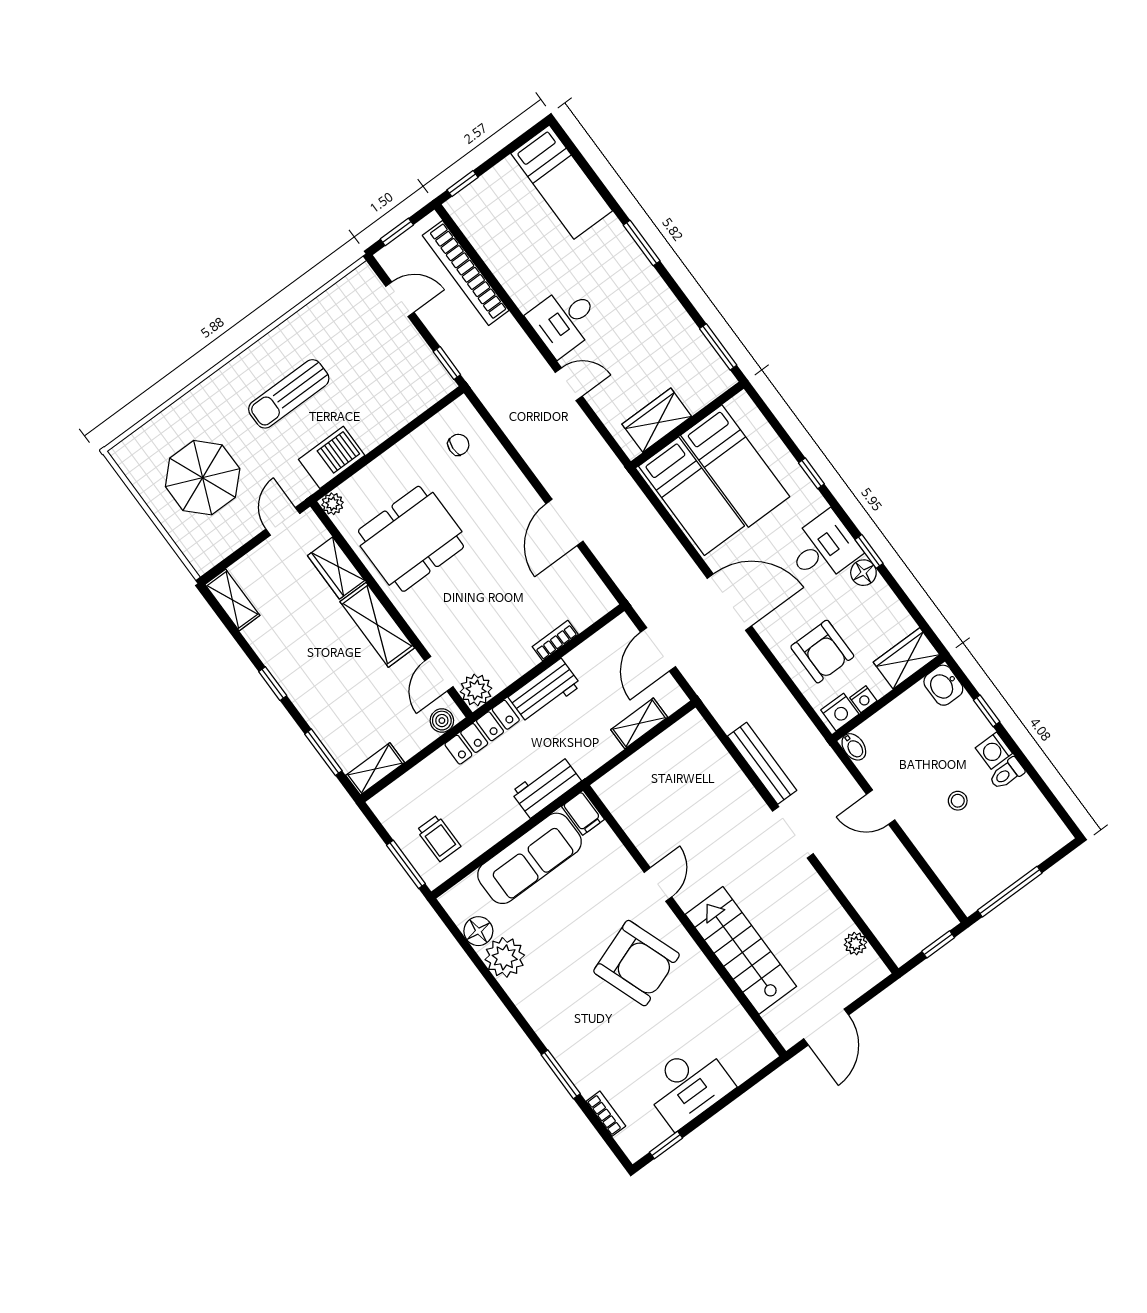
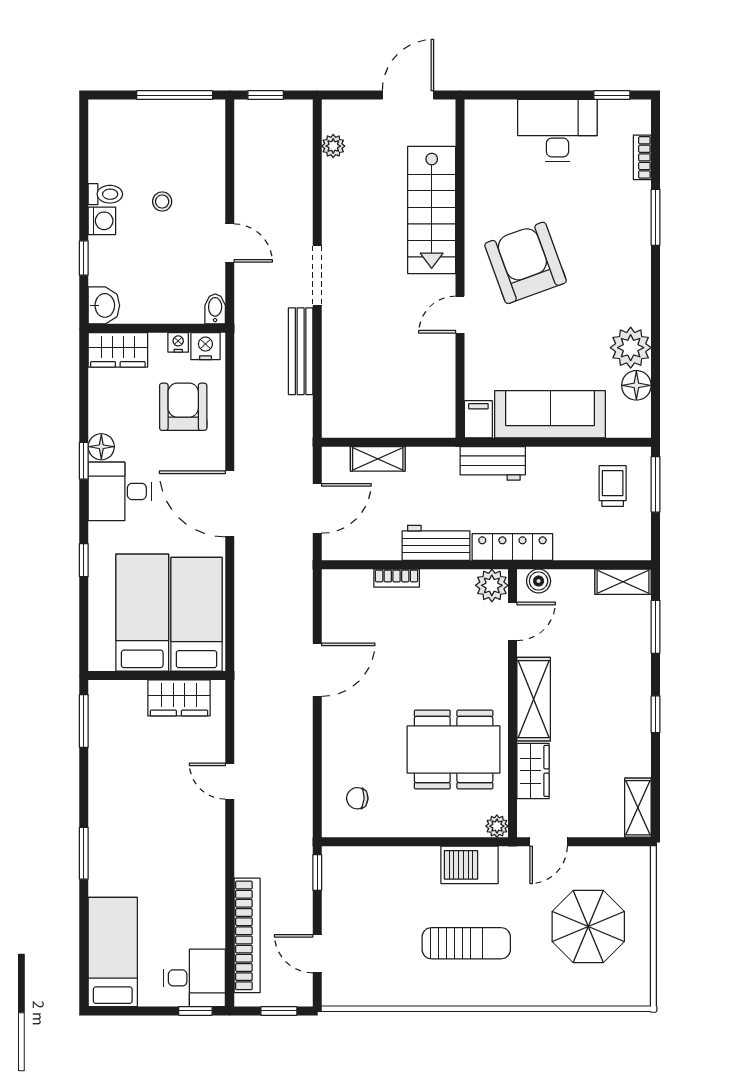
desk: (564, 320) -> (194, 978), moved

